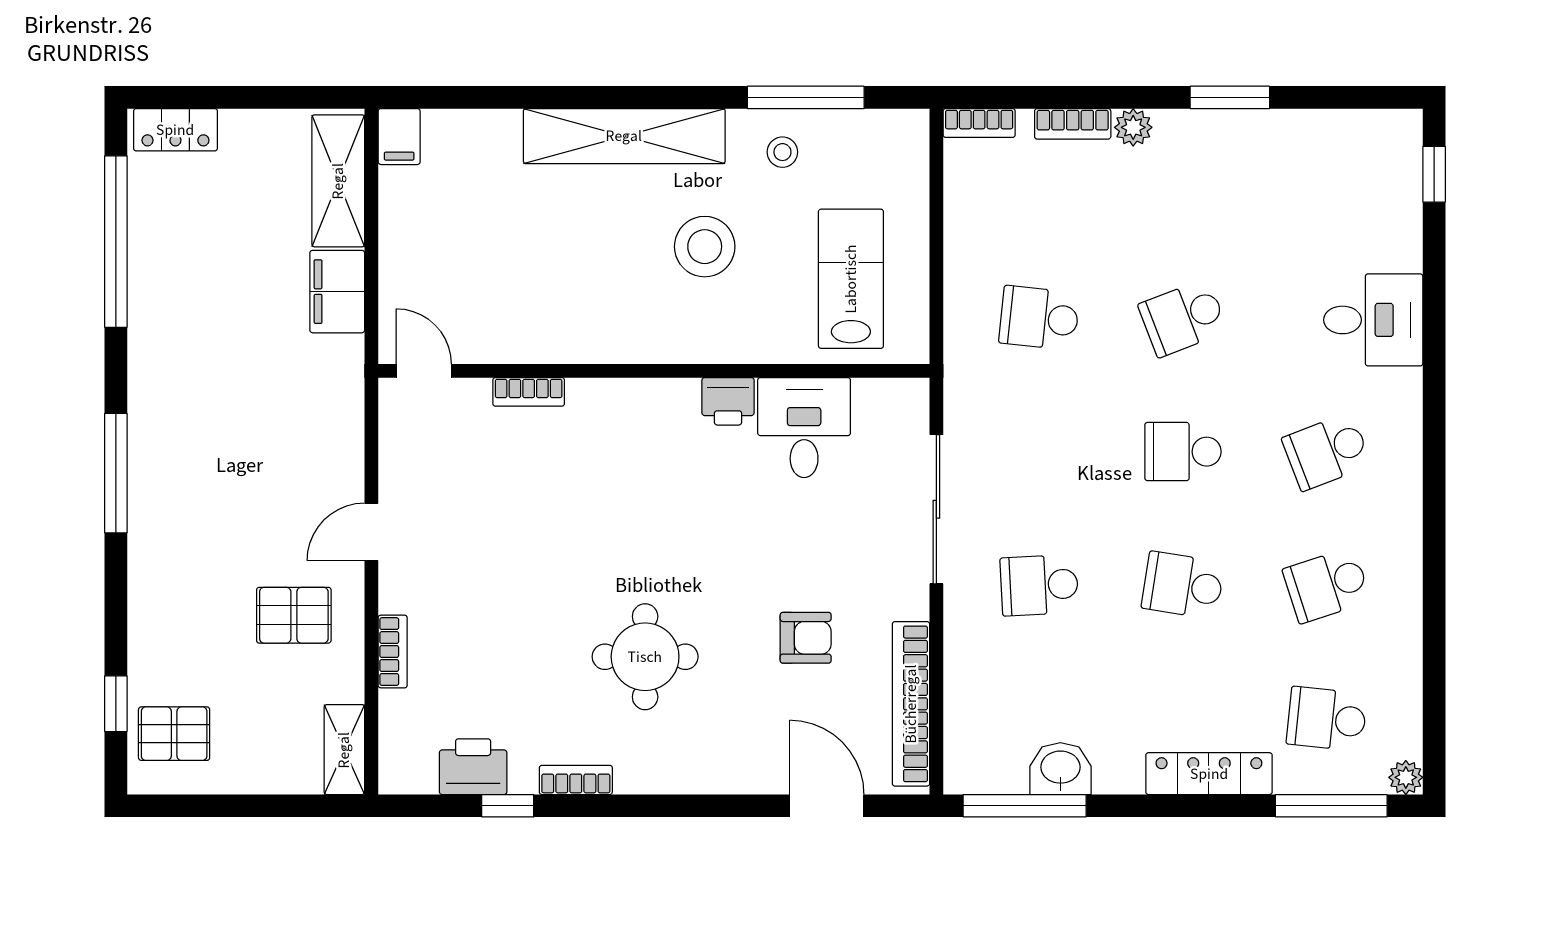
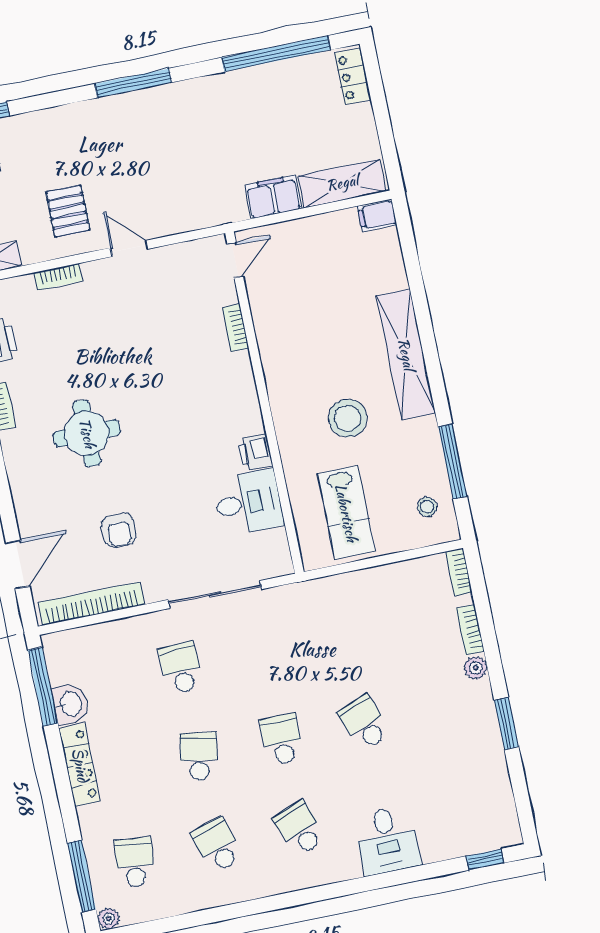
stool: (782, 152) -> (427, 507), moved
lab bench: (851, 279) -> (346, 513), turned 90
school desk: (1039, 318) -> (346, 634), removed
locker: (1209, 774) -> (80, 765), moved

